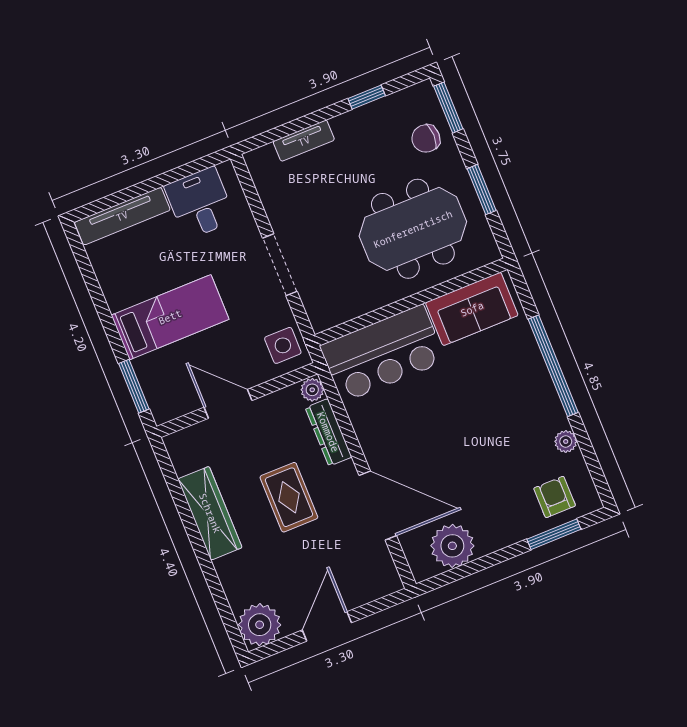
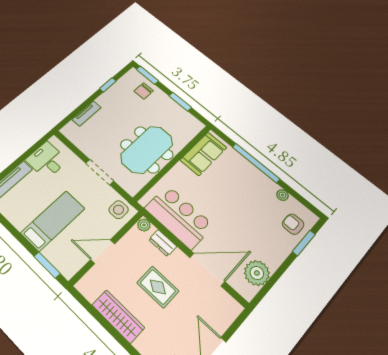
meeting table: (413, 229) -> (147, 150), moved
bar counter: (383, 353) -> (179, 217), moved, turned -90
dresser: (328, 432) -> (163, 243), width x0.70

